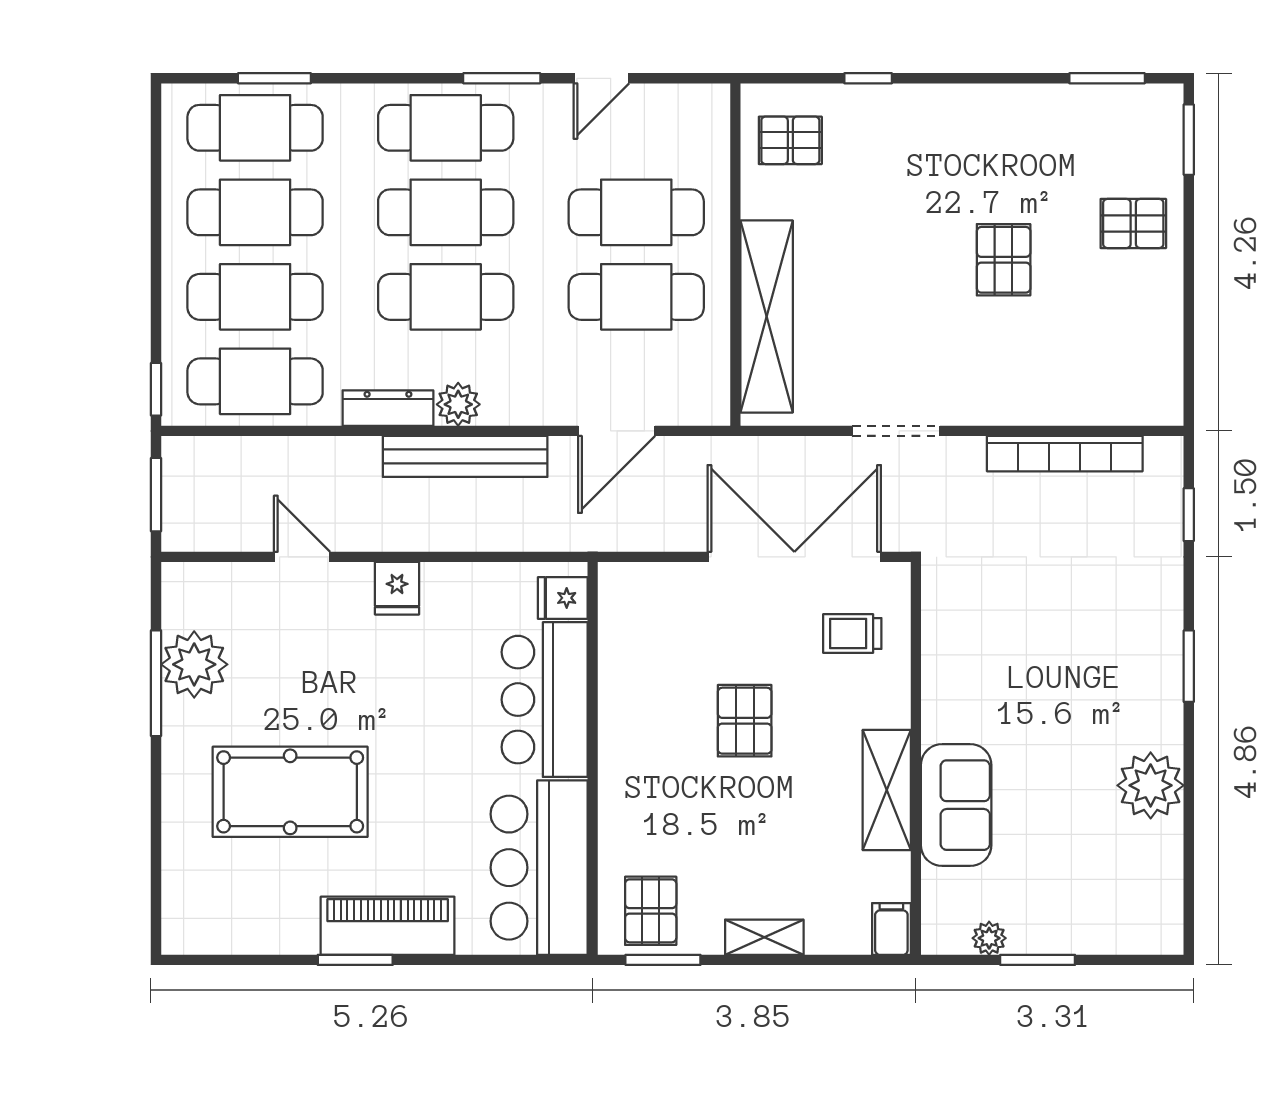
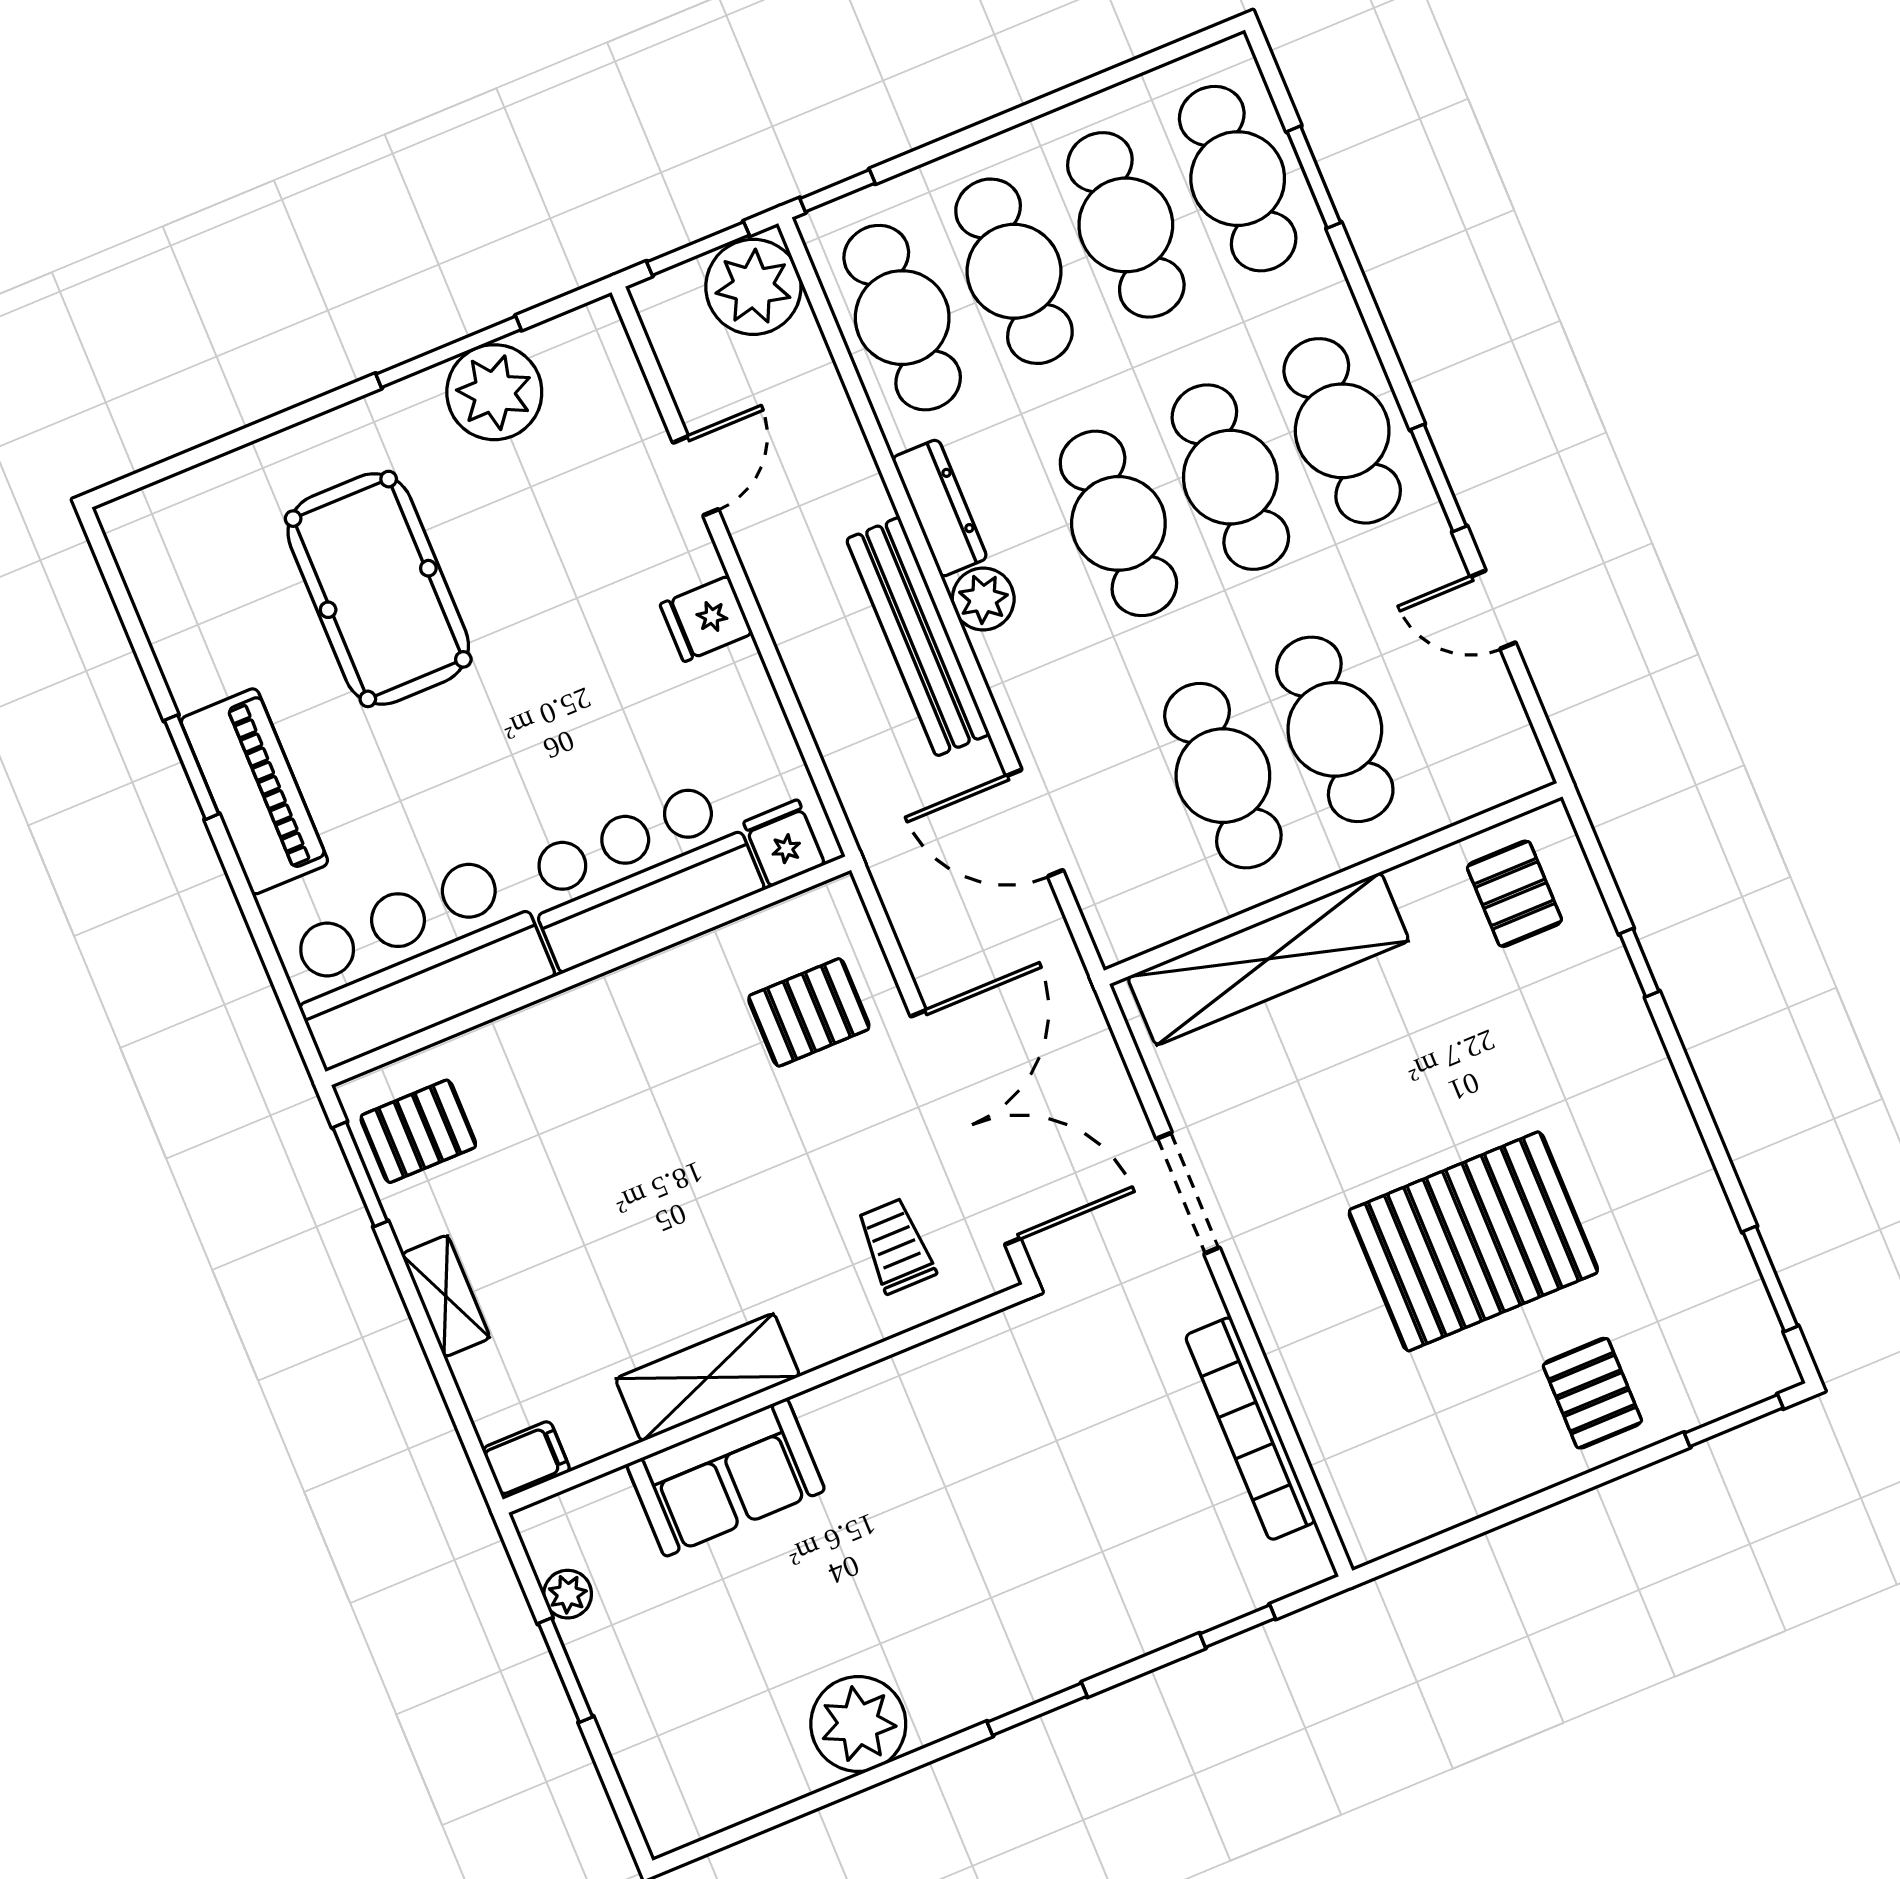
pallet: (1004, 260) -> (1473, 1241), width x2.05, depth x2.00
plant: (196, 469) -> (753, 287), added
pallet: (745, 721) -> (809, 1012), moved

